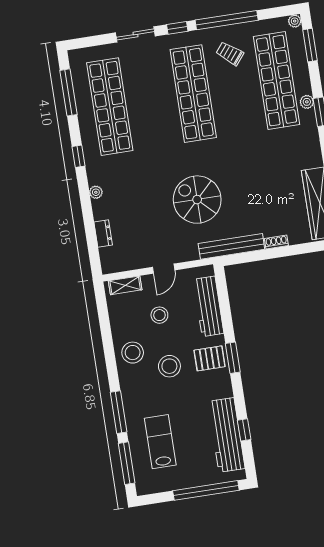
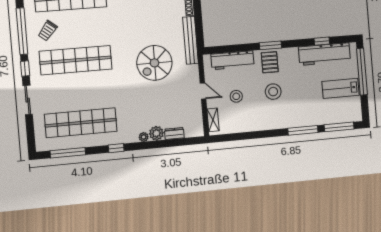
plant: (102, 209) -> (156, 133), added
stool: (133, 353) -> (262, 118), removed
lab bench: (160, 442) -> (341, 88), moved

